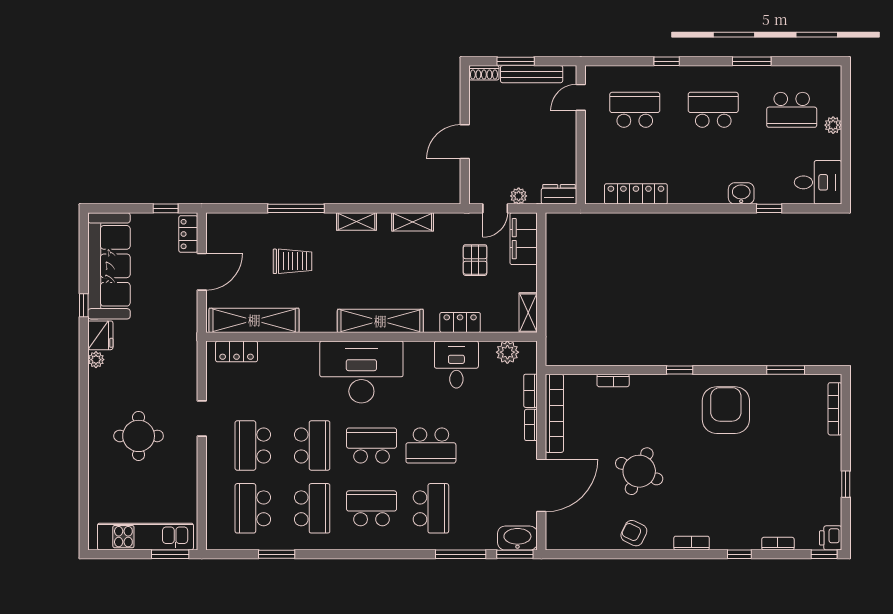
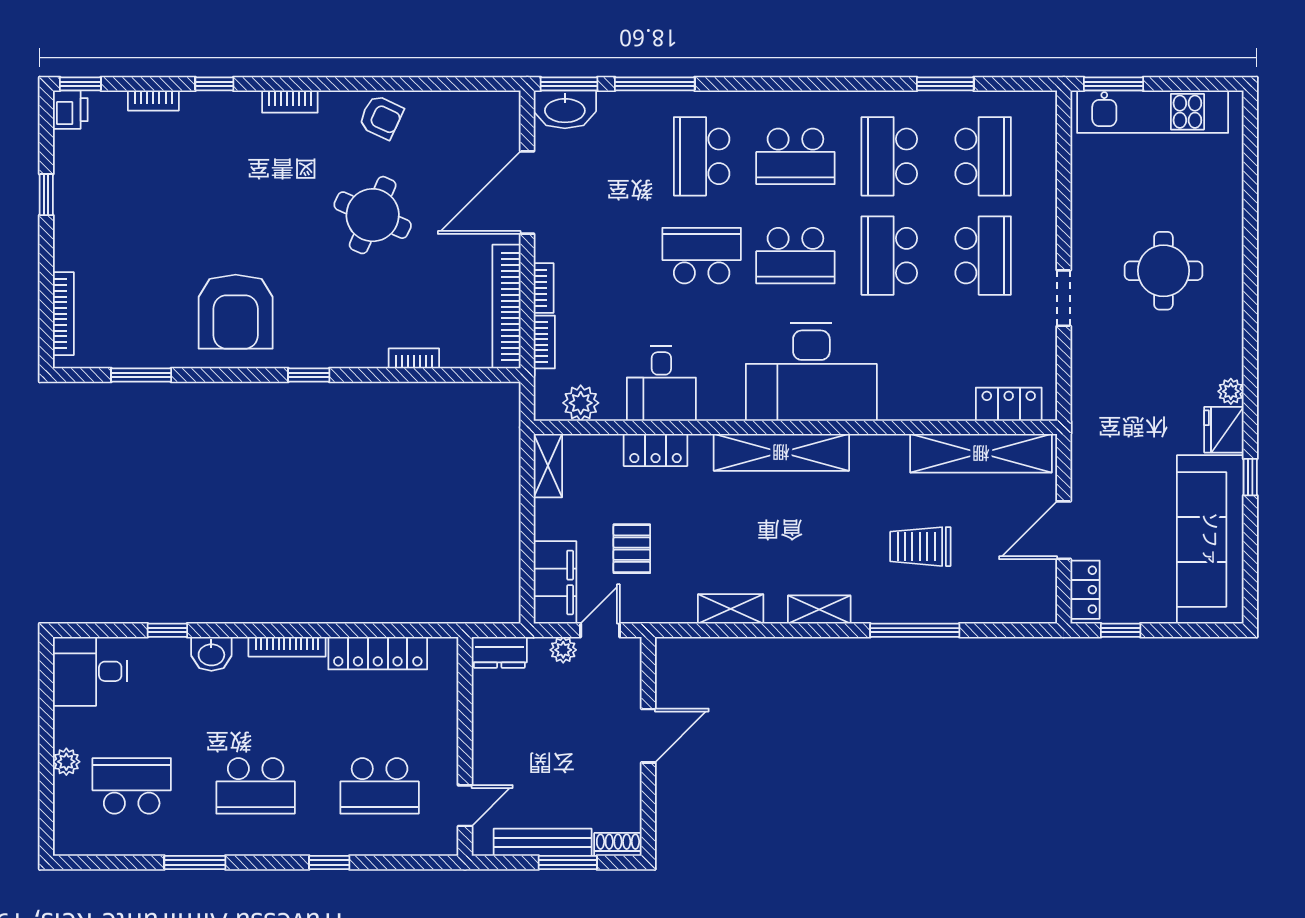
bookcase: (693, 198) -> (287, 647), added

